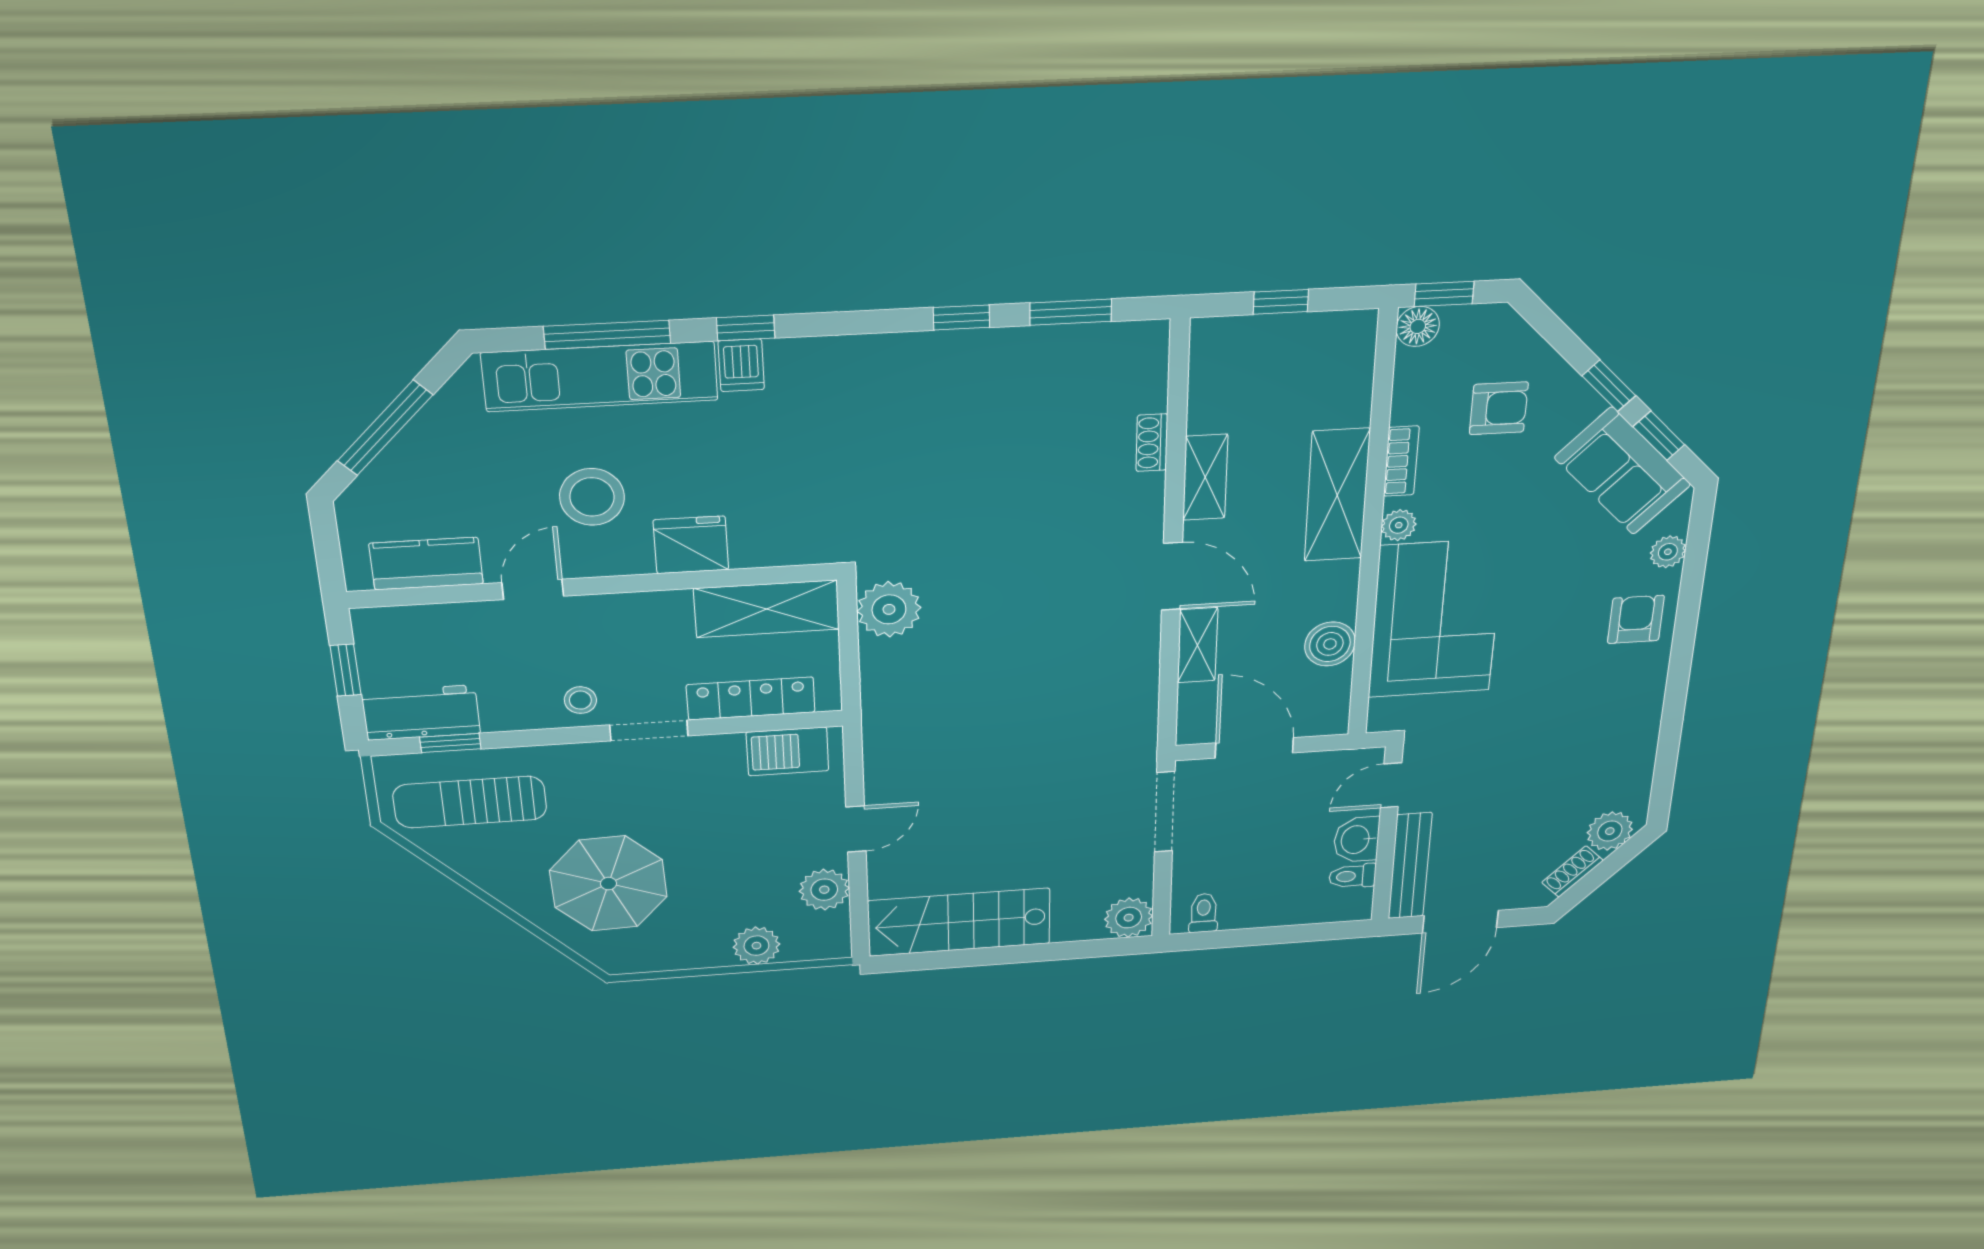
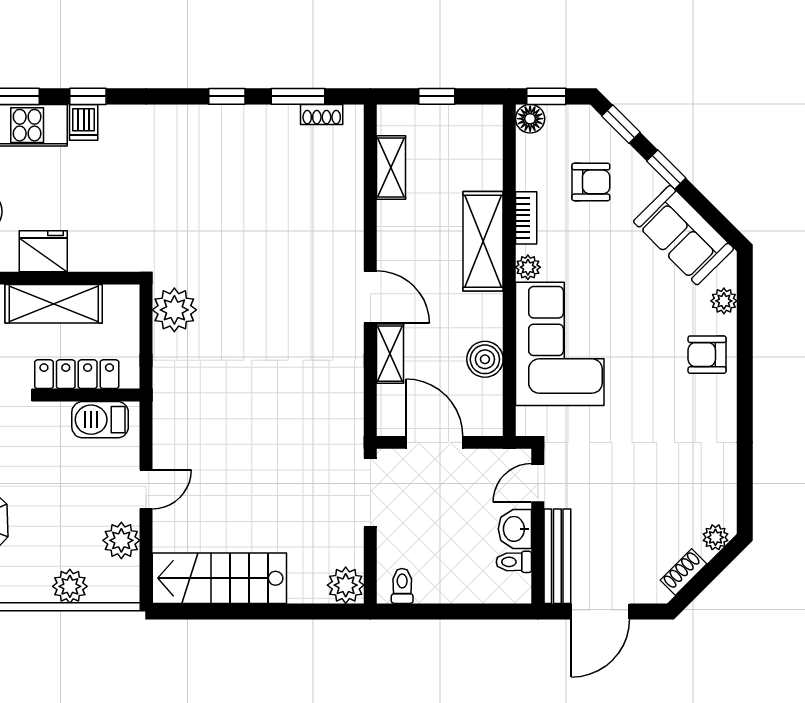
window: (1659, 436) -> (621, 124), moved
shoe rack: (1152, 443) -> (322, 114), moved, turned -90
shelving: (1205, 477) -> (391, 167), moved
shelving: (767, 609) -> (54, 304), moved
armchair: (1636, 619) -> (707, 355), turned -90
plant: (1610, 831) -> (715, 537), width x0.73, depth x0.73

